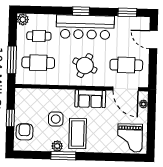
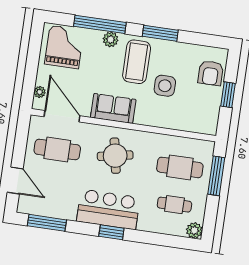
window: (127, 12) -> (47, 223), width x1.44
bar counter: (85, 27) -> (108, 209), width x0.73
round table: (85, 66) -> (115, 156), turned -36
plant: (57, 146) -> (111, 39), moved
window: (107, 157) -> (100, 24), added

